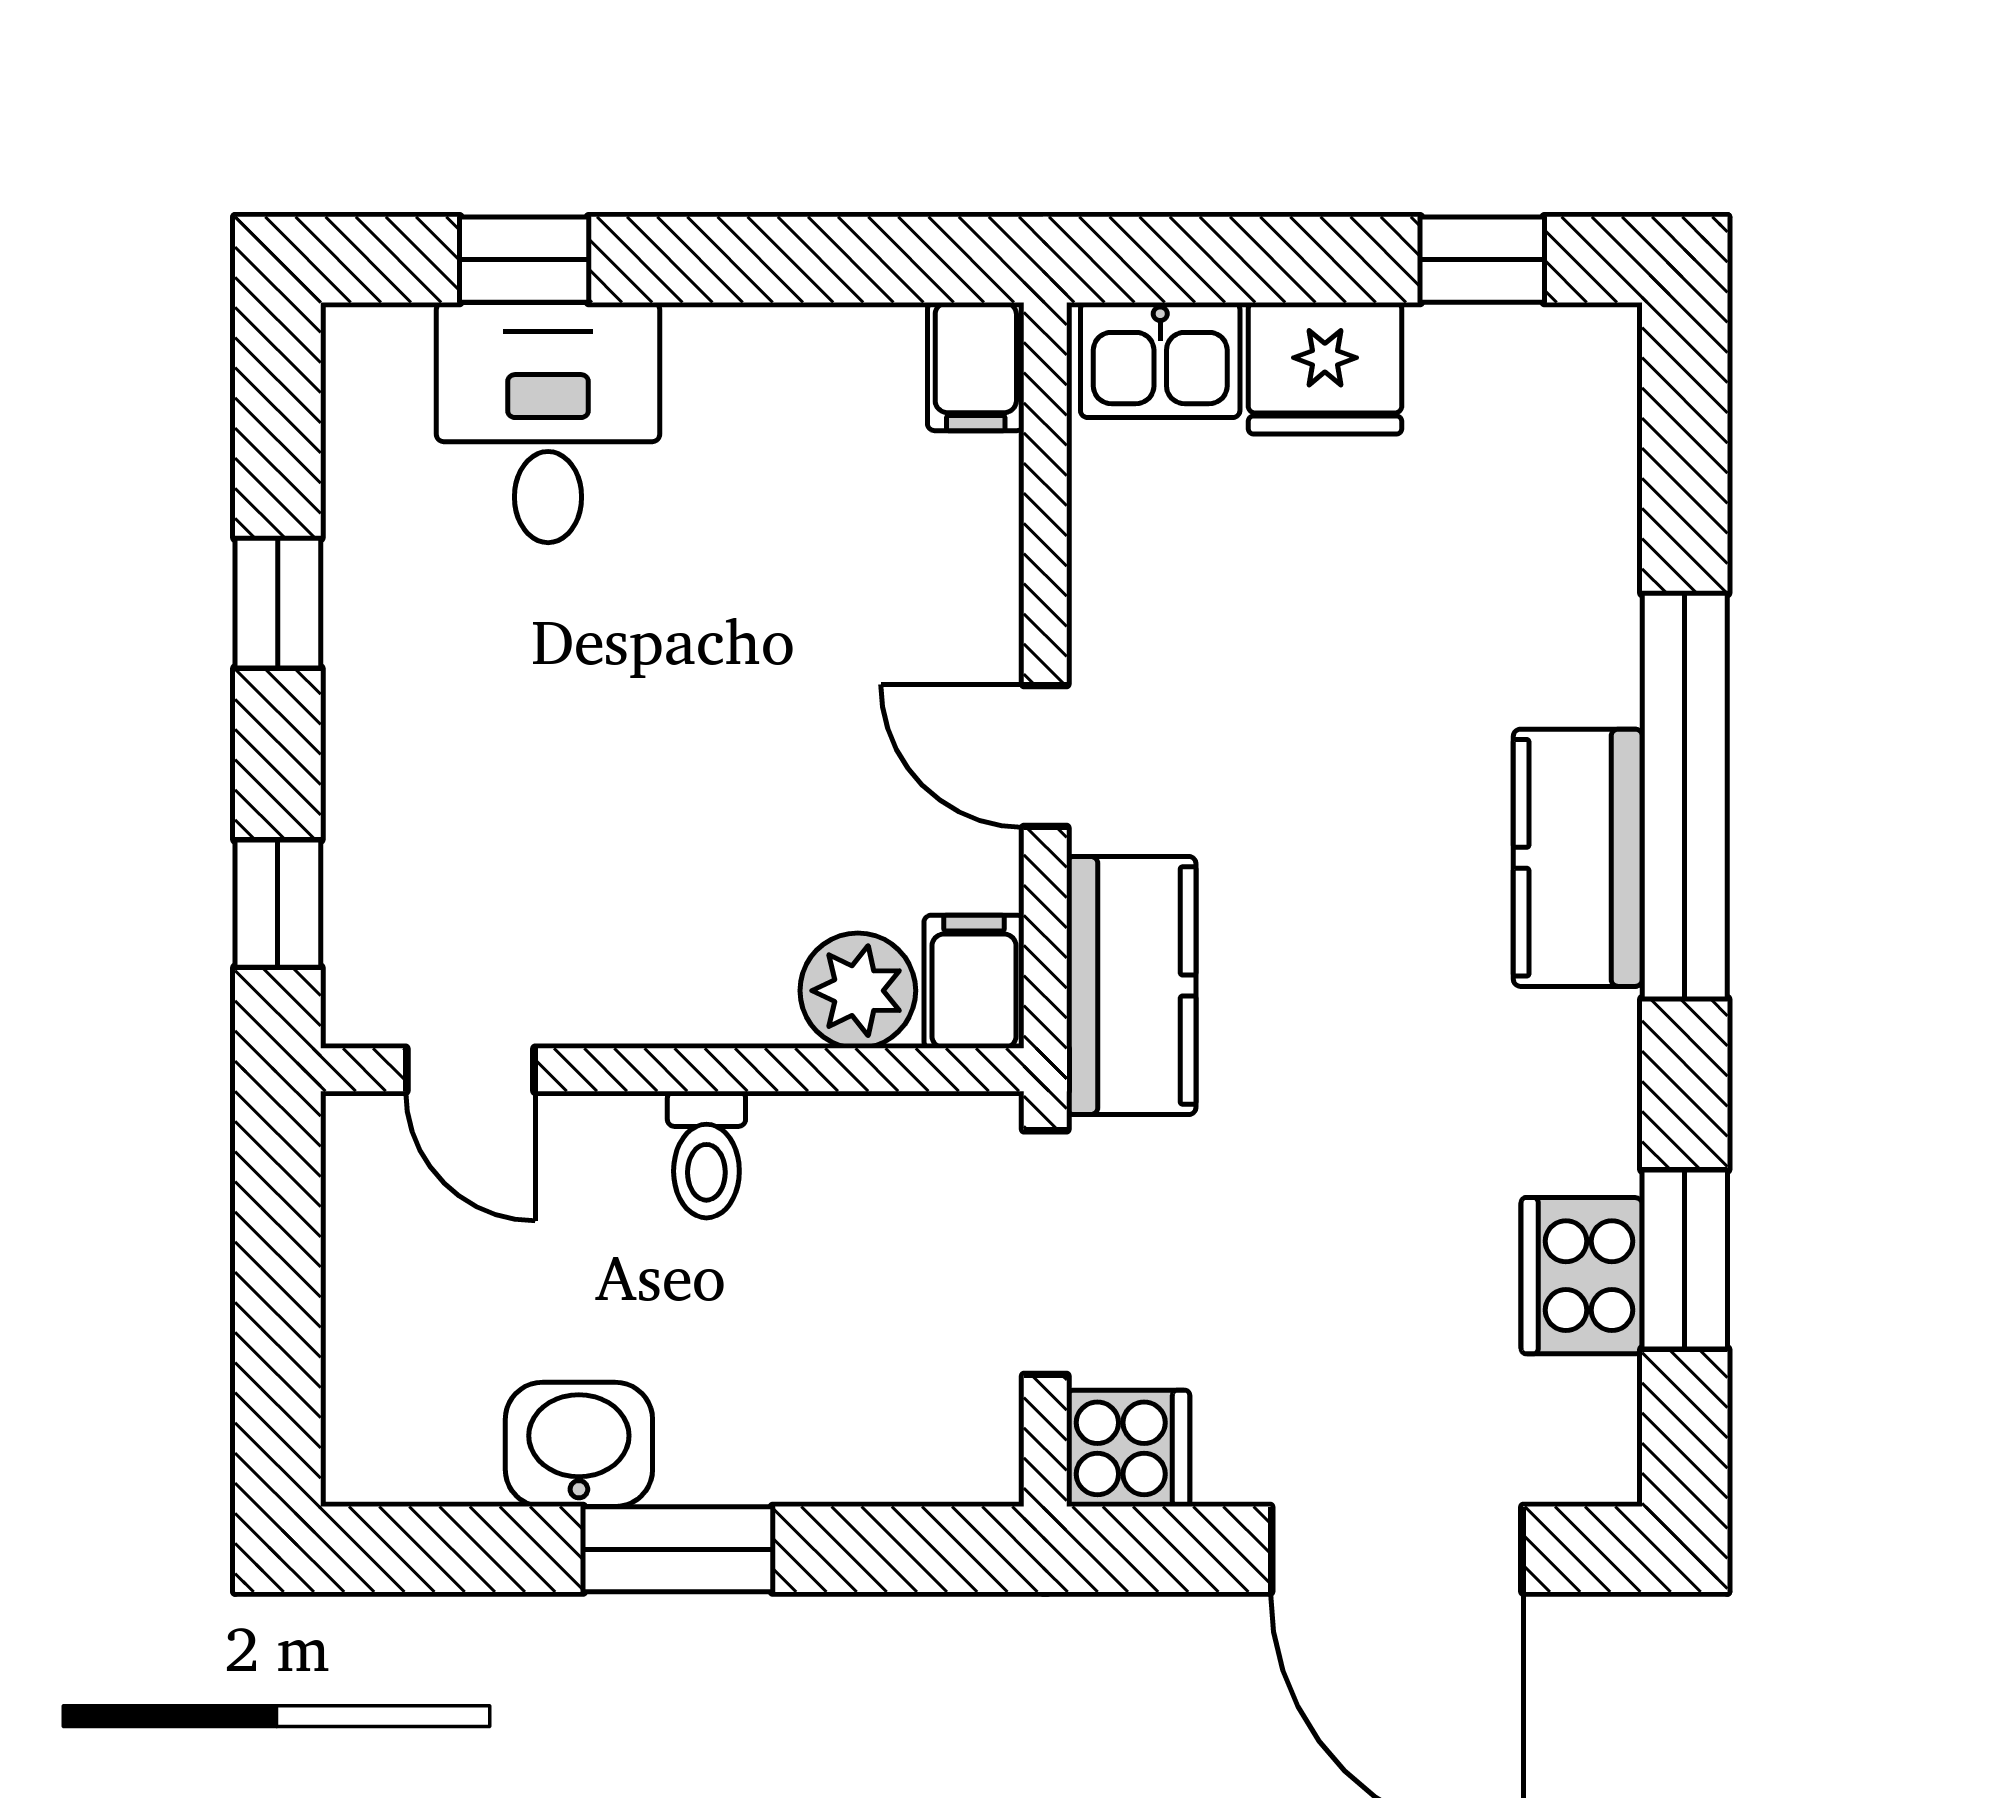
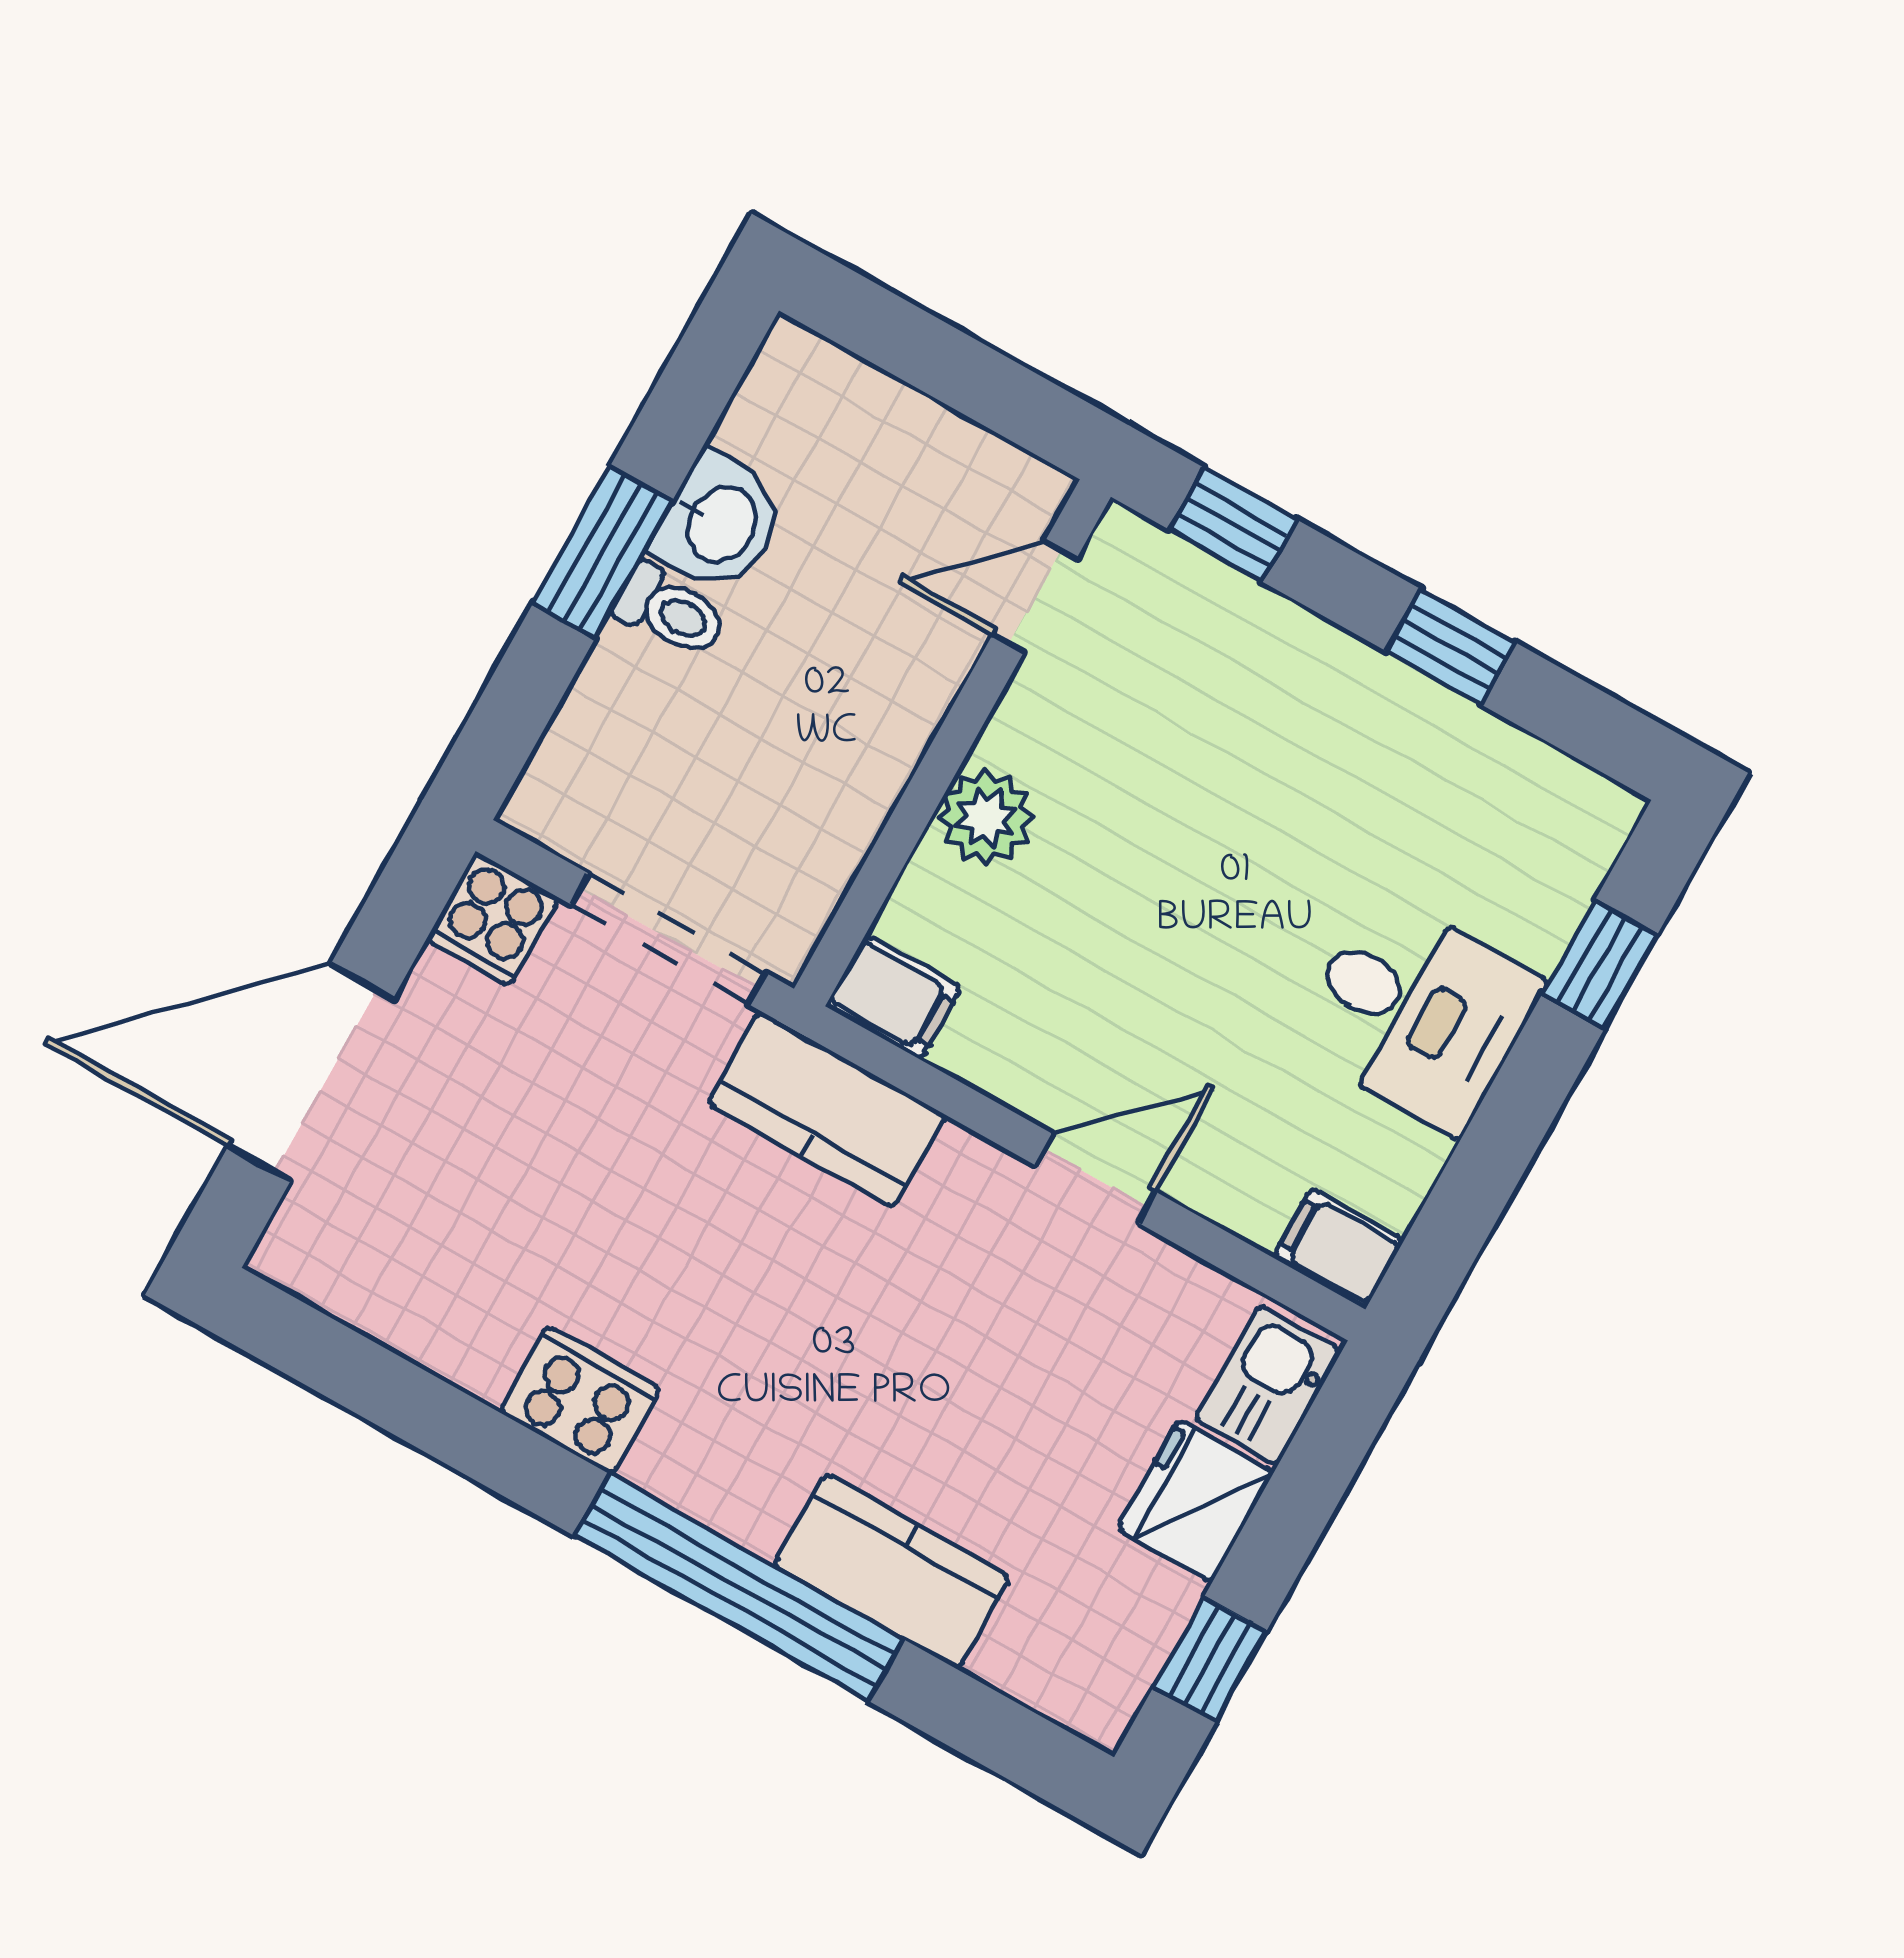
desk: (548, 423) -> (1417, 1013), moved
door: (1045, 756) -> (1096, 1178), moved
kitchen counter: (1578, 858) -> (892, 1571), moved
plant: (858, 991) -> (986, 818), moved
toilet: (706, 1155) -> (671, 611), moved, turned 180
window: (1685, 1259) -> (403, 1399), removed
cooker: (1582, 1276) -> (580, 1400), moved

